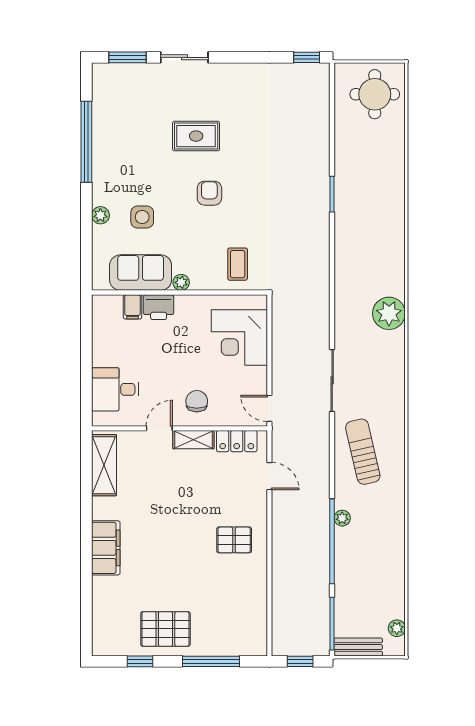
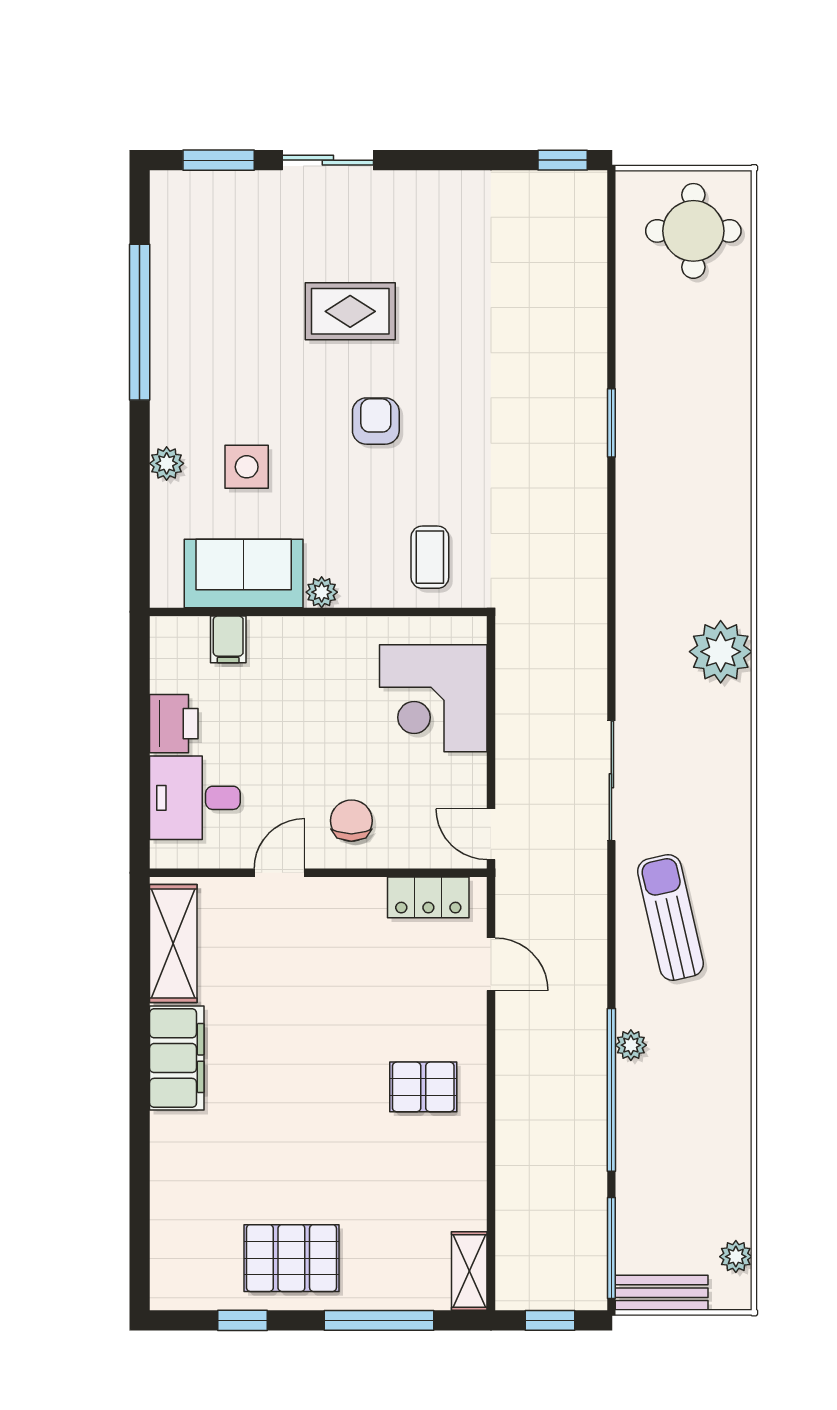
printer: (159, 307) -> (174, 724), moved, turned -90
shelving: (193, 440) -> (469, 1271), moved, turned 90
filing cabinet: (106, 548) -> (177, 1058), moved

